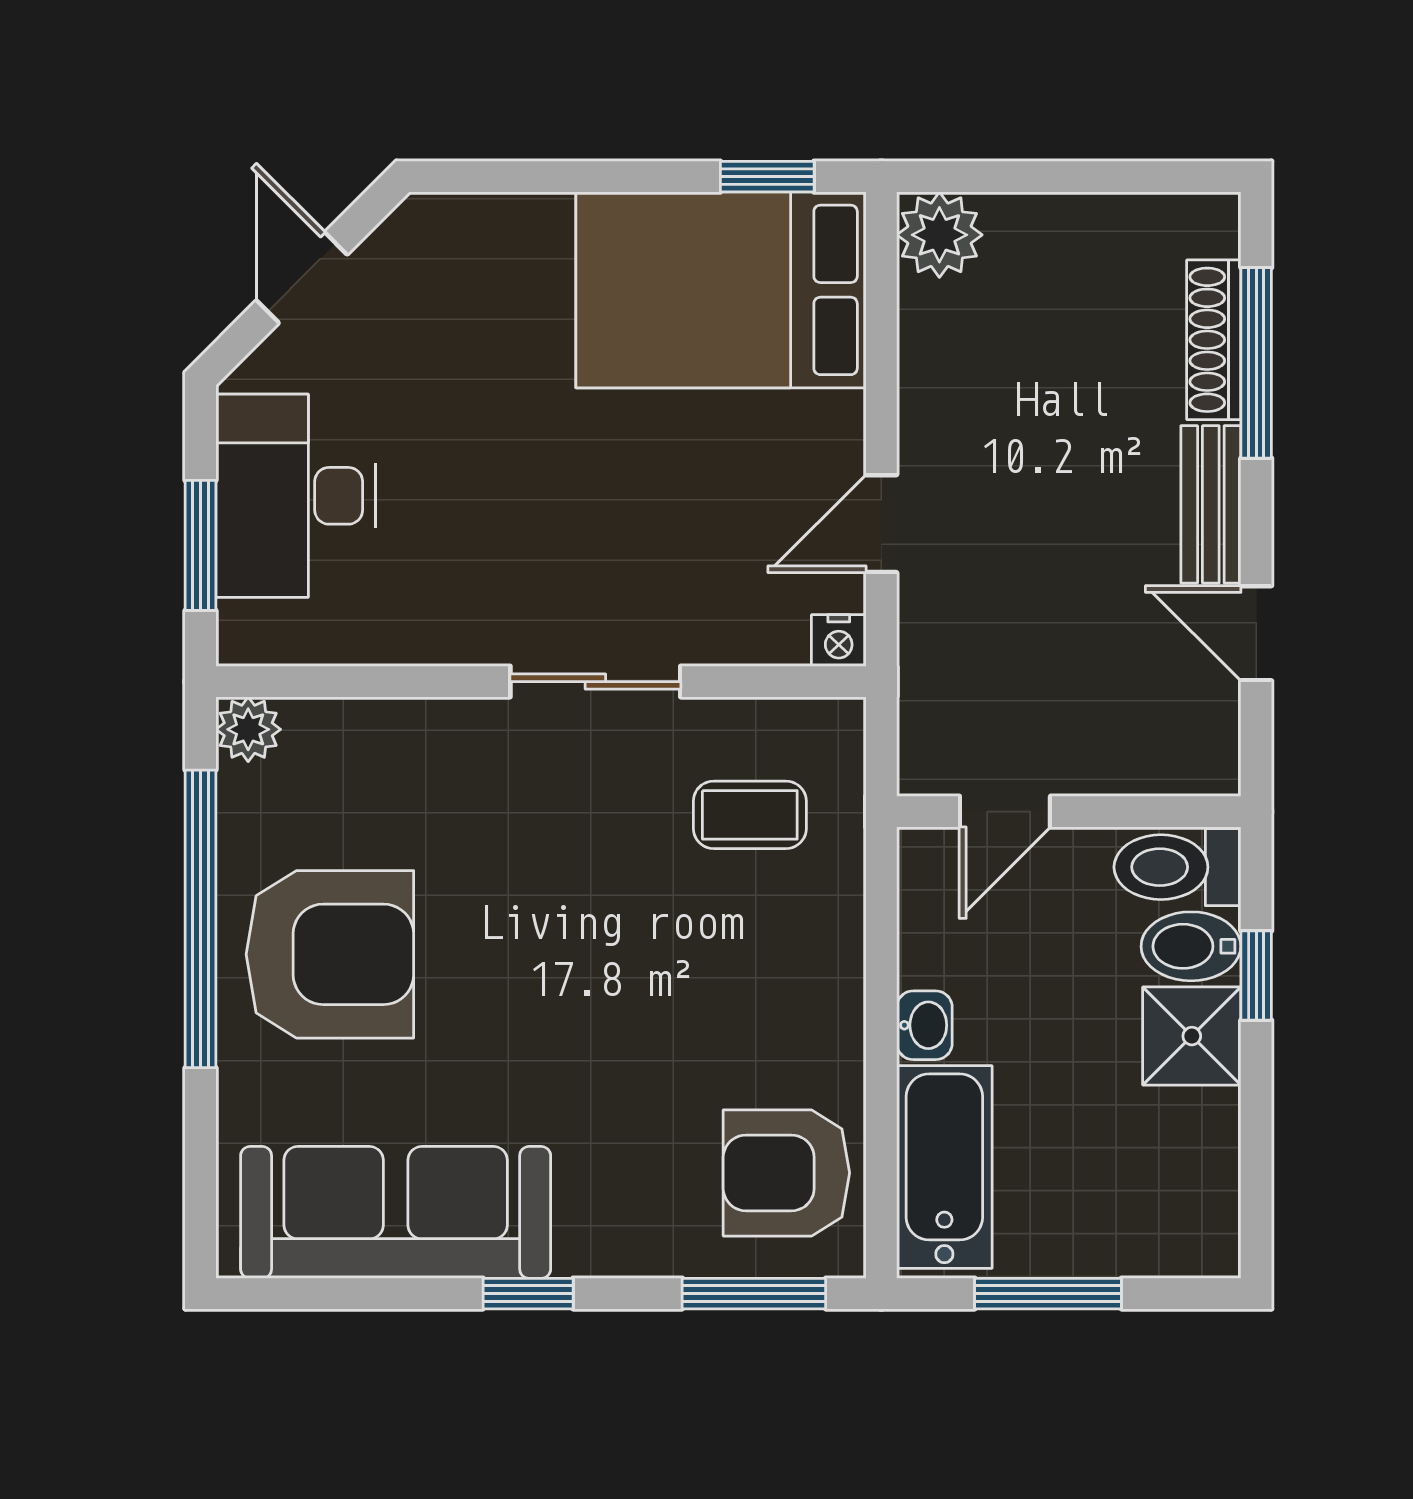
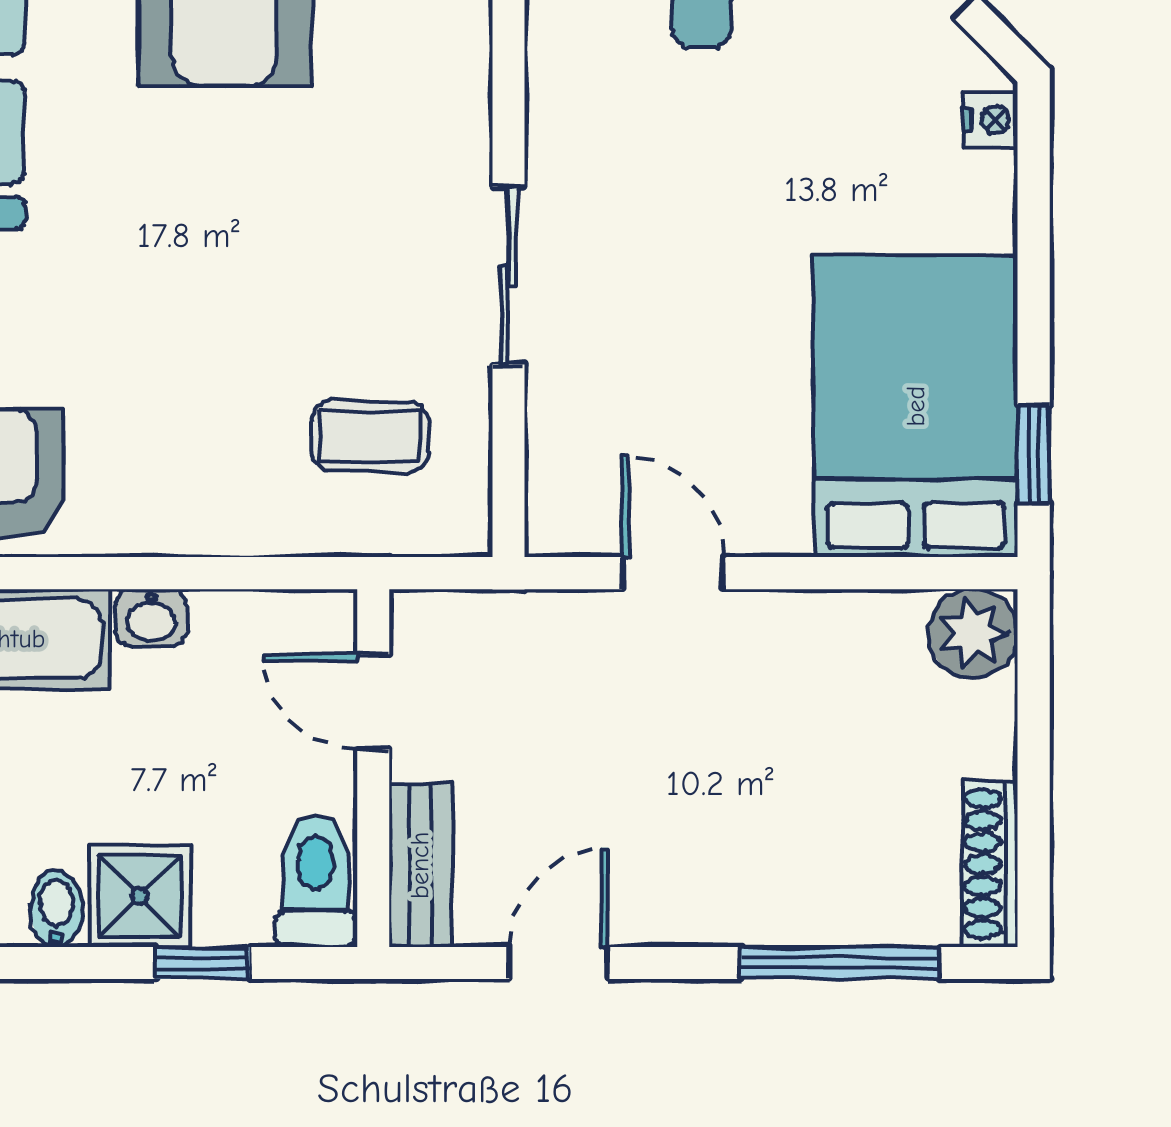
shoe rack: (1214, 340) -> (989, 864), moved, turned -90
bench: (1211, 504) -> (420, 865), moved, turned 90
nightstand: (839, 640) -> (991, 120), moved, turned 180
coffee table: (750, 815) -> (370, 436), turned 90
bidet: (1191, 946) -> (56, 909), moved, width x0.72, depth x0.74

